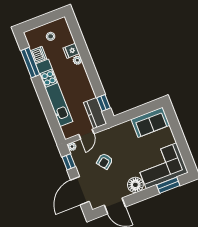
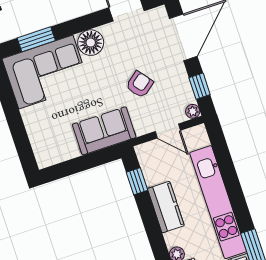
kitchen counter: (95, 113) -> (166, 207), moved
sofa: (150, 122) -> (104, 131), moved
door: (86, 134) -> (168, 131), swing flipped

